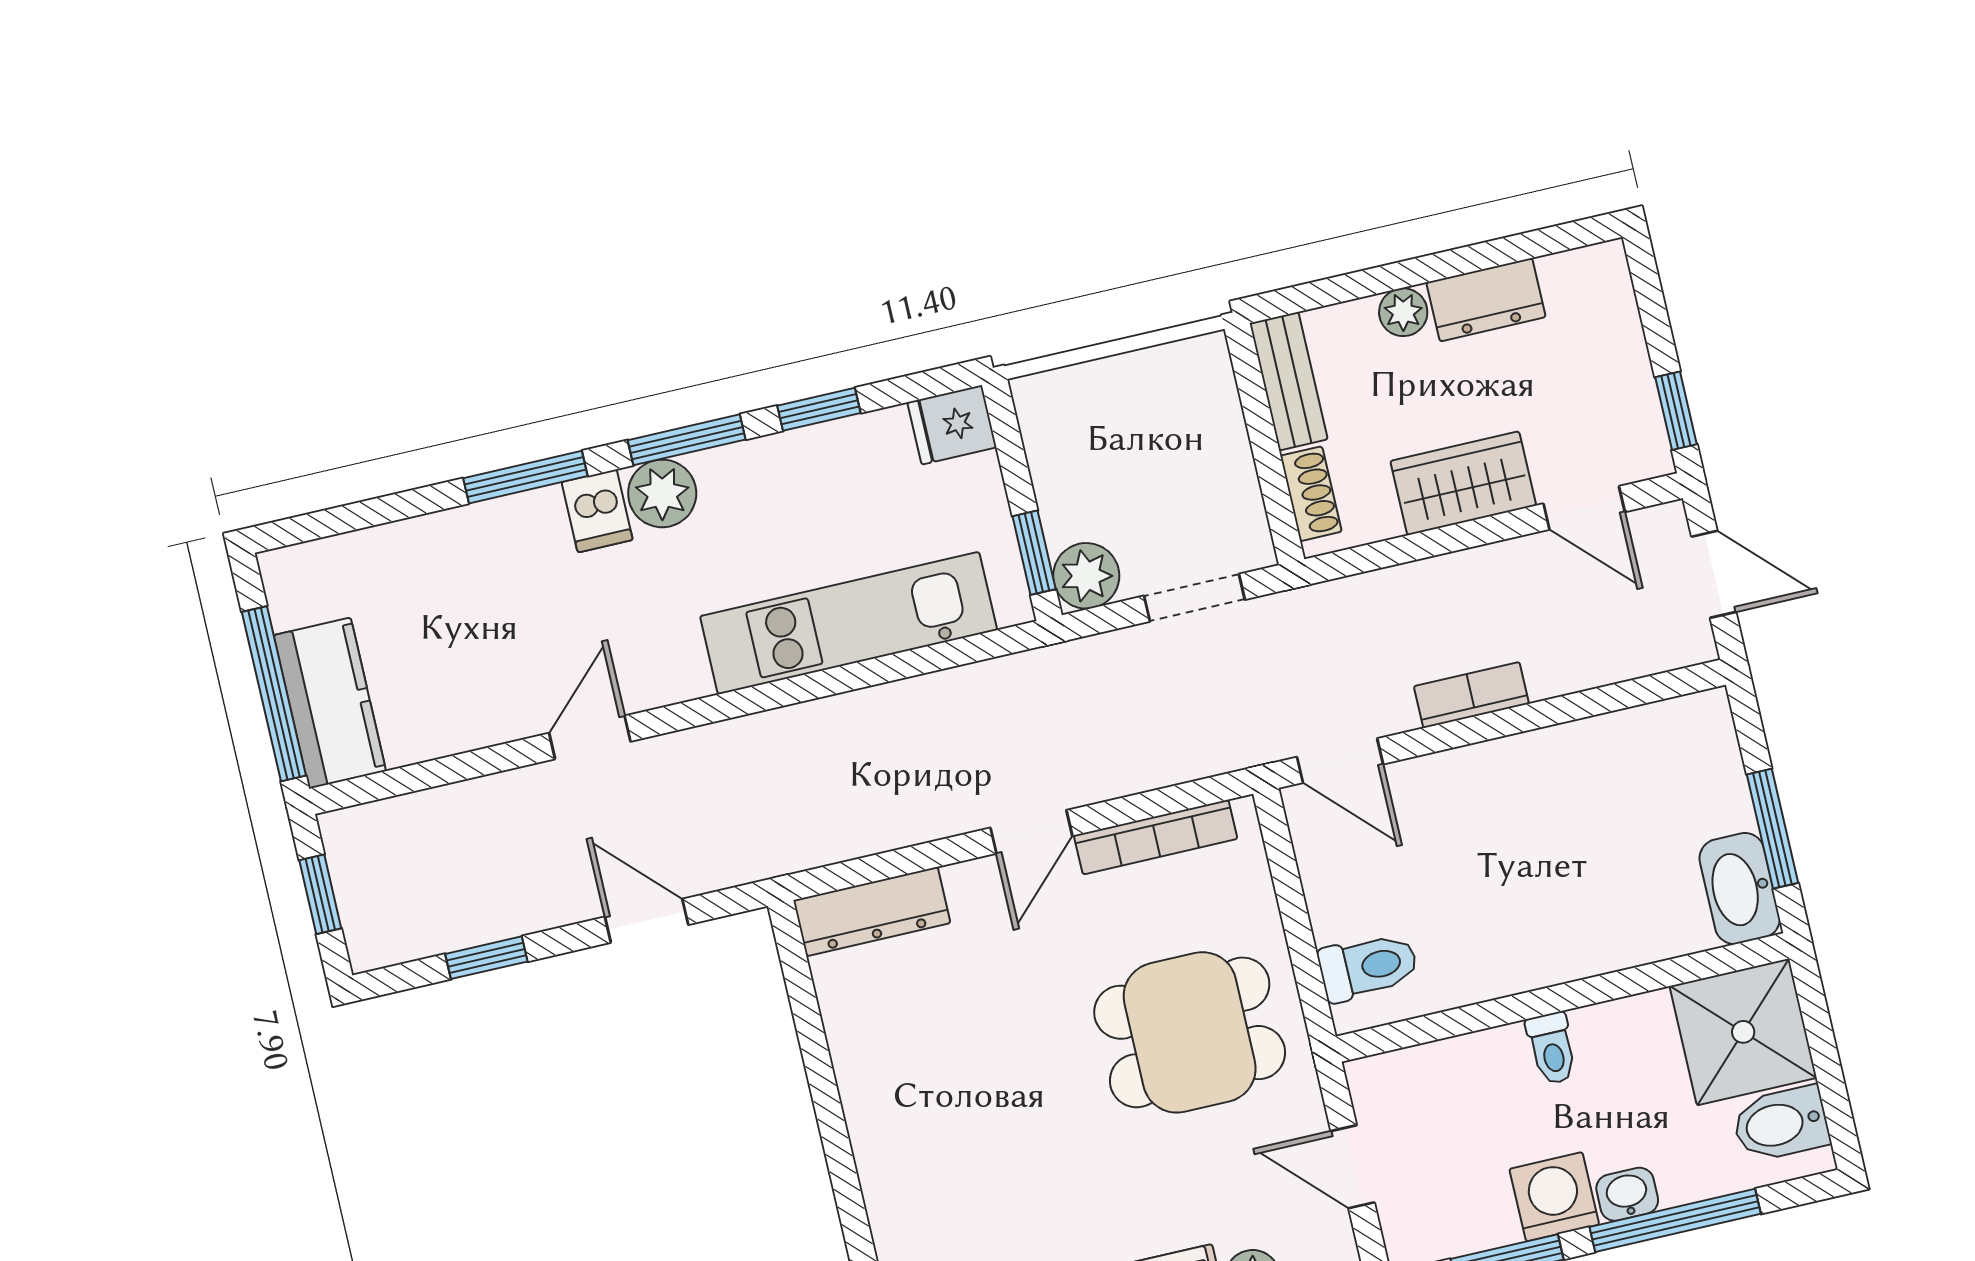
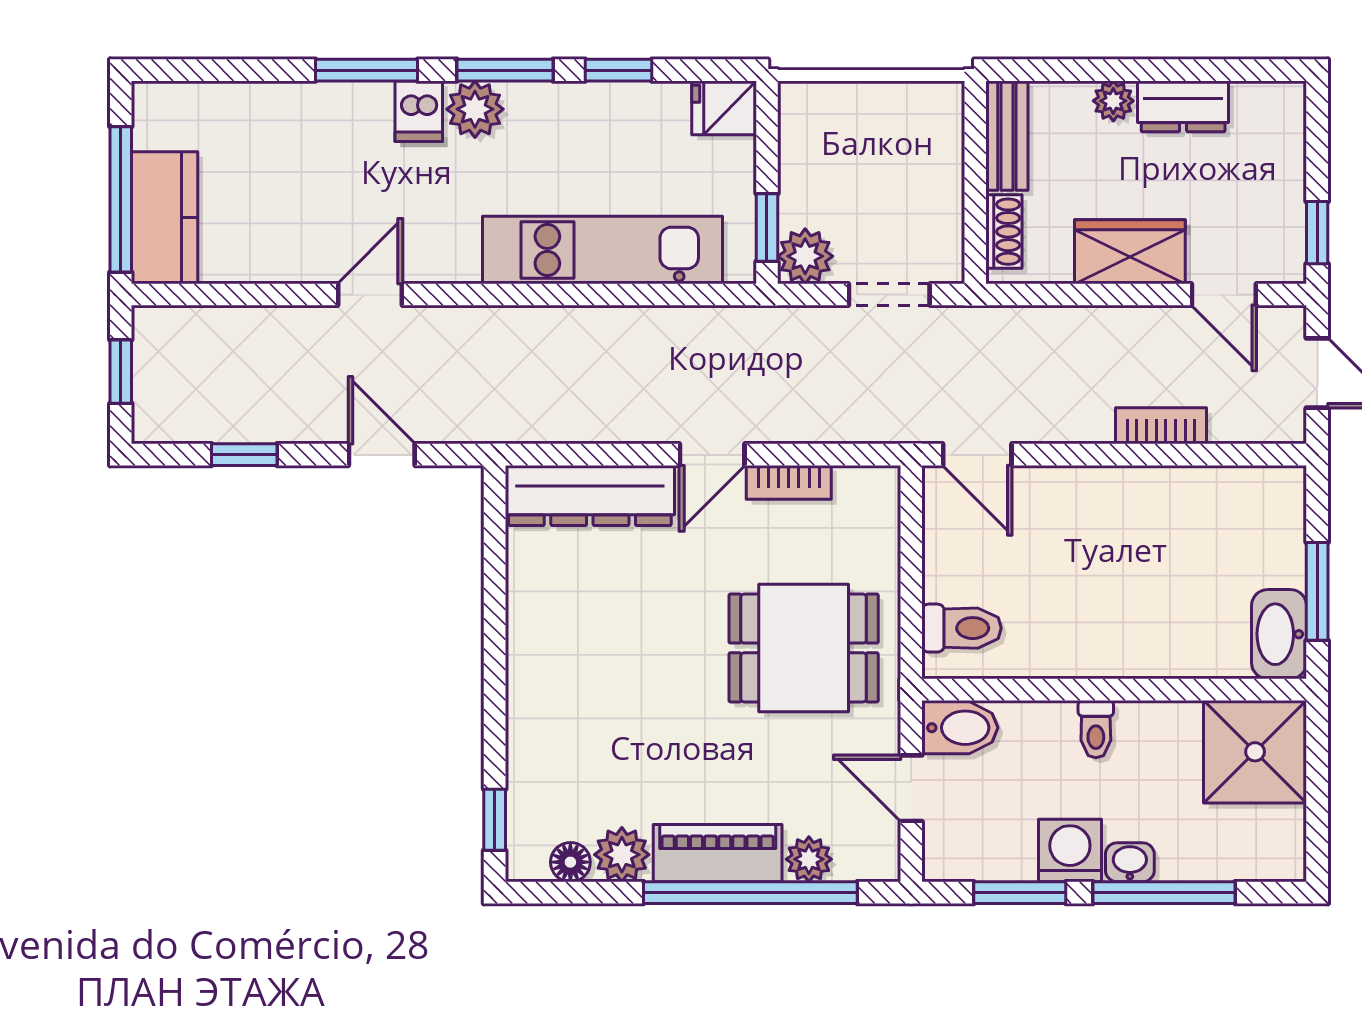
bookcase: (1471, 695) -> (1161, 426), moved
bookcase: (1156, 837) -> (789, 482), width x0.64
dresser: (872, 912) -> (590, 496), width x1.37, depth x1.24
bidet: (1781, 1124) -> (960, 728), moved, turned 180

